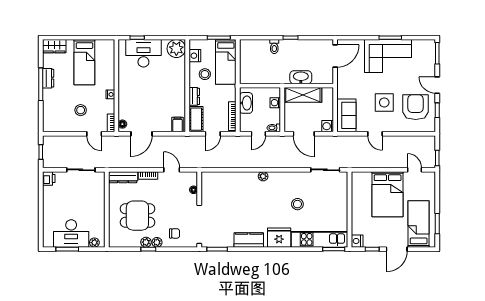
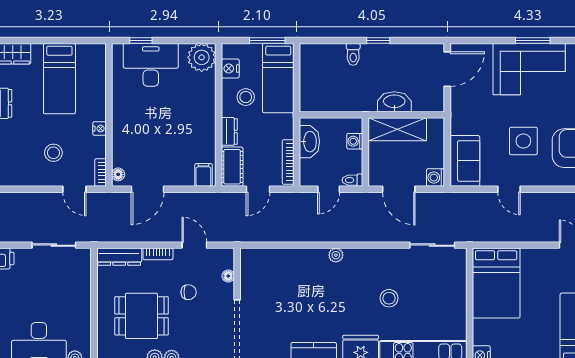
bed: (388, 194) -> (496, 283), moved
chair: (174, 233) -> (189, 292), moved

